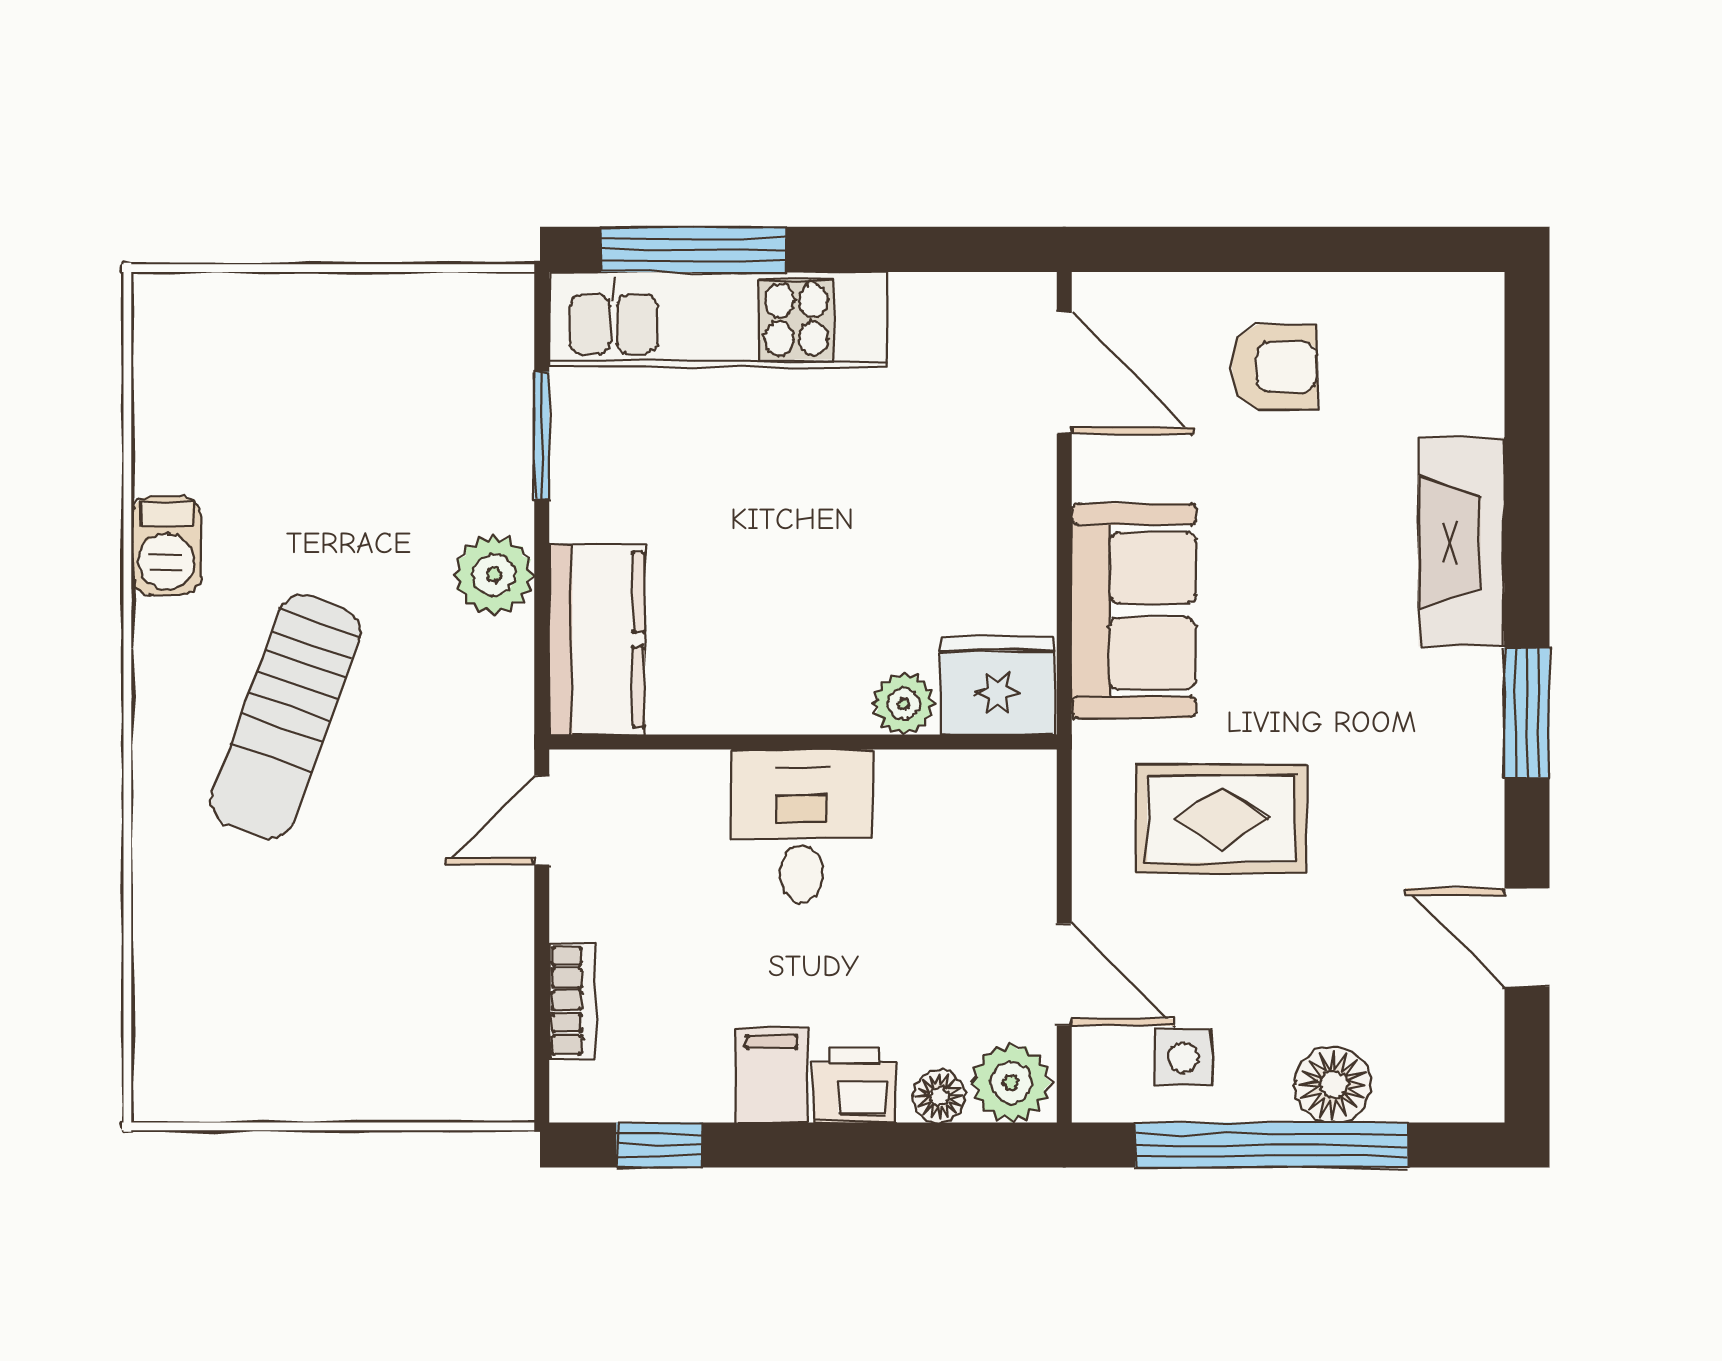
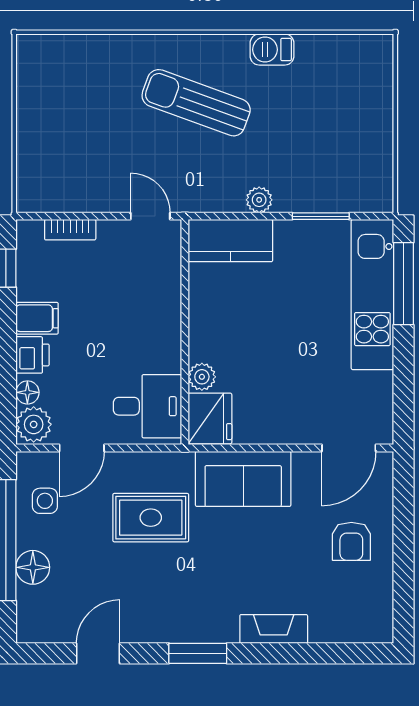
fireplace: (1462, 542) -> (274, 629), width x0.73, depth x0.76
plant: (494, 575) -> (259, 200), width x0.73, depth x0.73
rug: (1221, 819) -> (151, 518), turned 90
desk: (802, 826) -> (147, 406), moved

